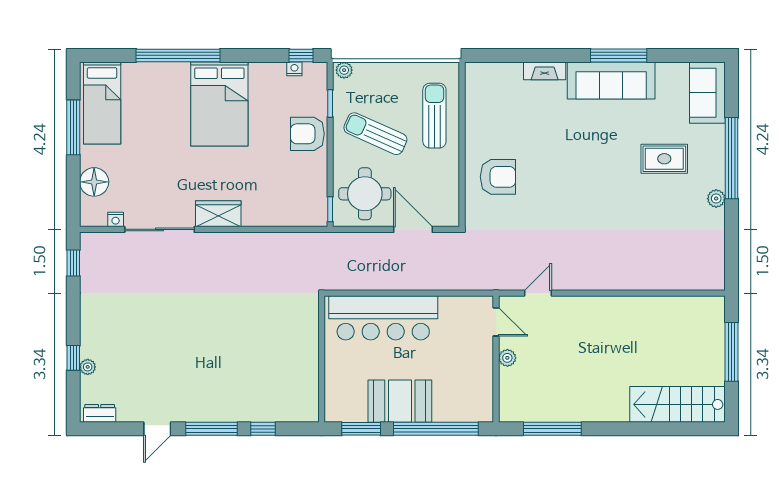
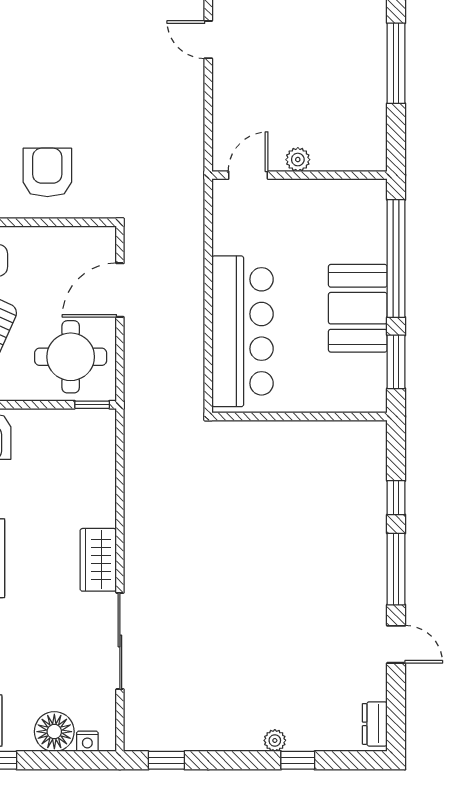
nightstand: (116, 219) -> (87, 741), moved, turned 90
door: (538, 293) -> (208, 40), moved
plant: (88, 367) -> (275, 740), moved
window: (552, 429) -> (396, 63), moved

